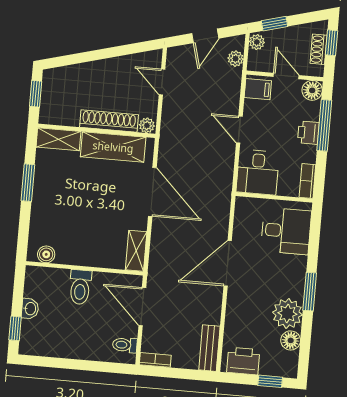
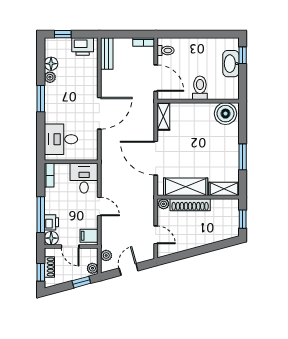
printer: (308, 133) -> (51, 222), moved
boiler: (46, 254) -> (225, 114), width x1.86, depth x1.86
washbasin: (30, 309) -> (231, 64), width x1.91, depth x1.45
plant: (287, 314) -> (50, 77), width x0.53, depth x0.53

